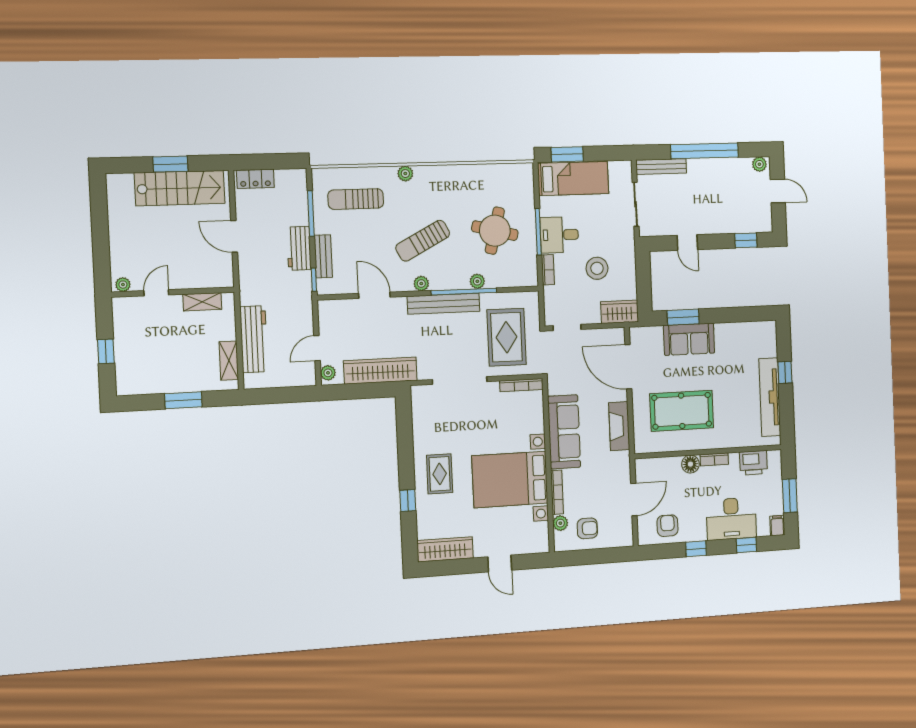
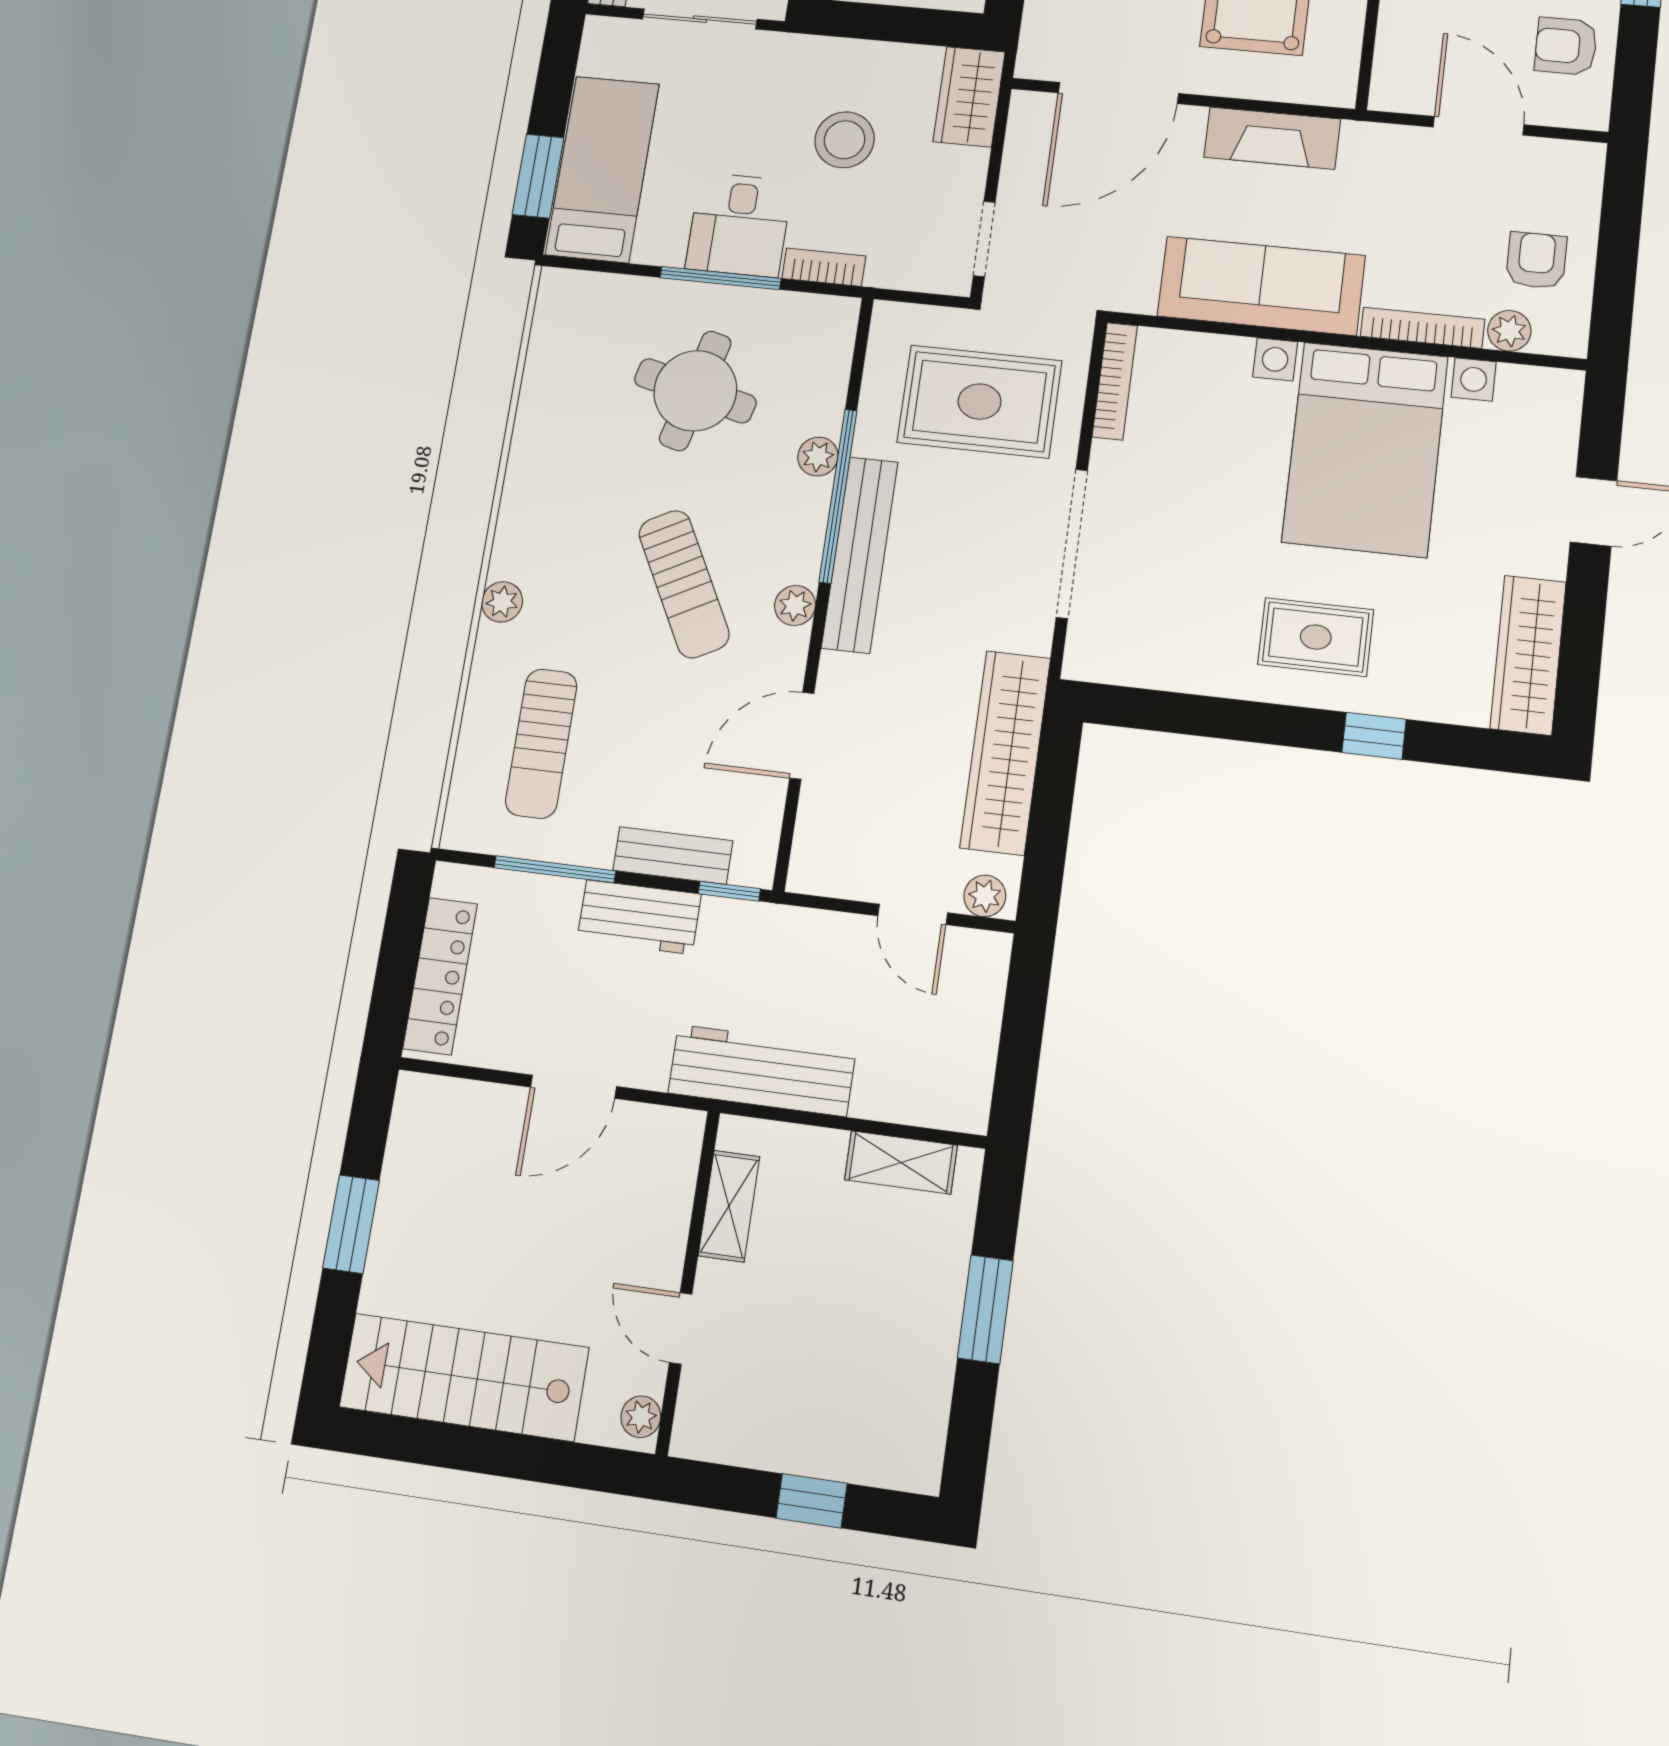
locker: (255, 179) -> (440, 976), width x1.53
stairs: (180, 188) -> (464, 1377), moved, turned -90
workbench: (254, 339) -> (762, 1070), moved

